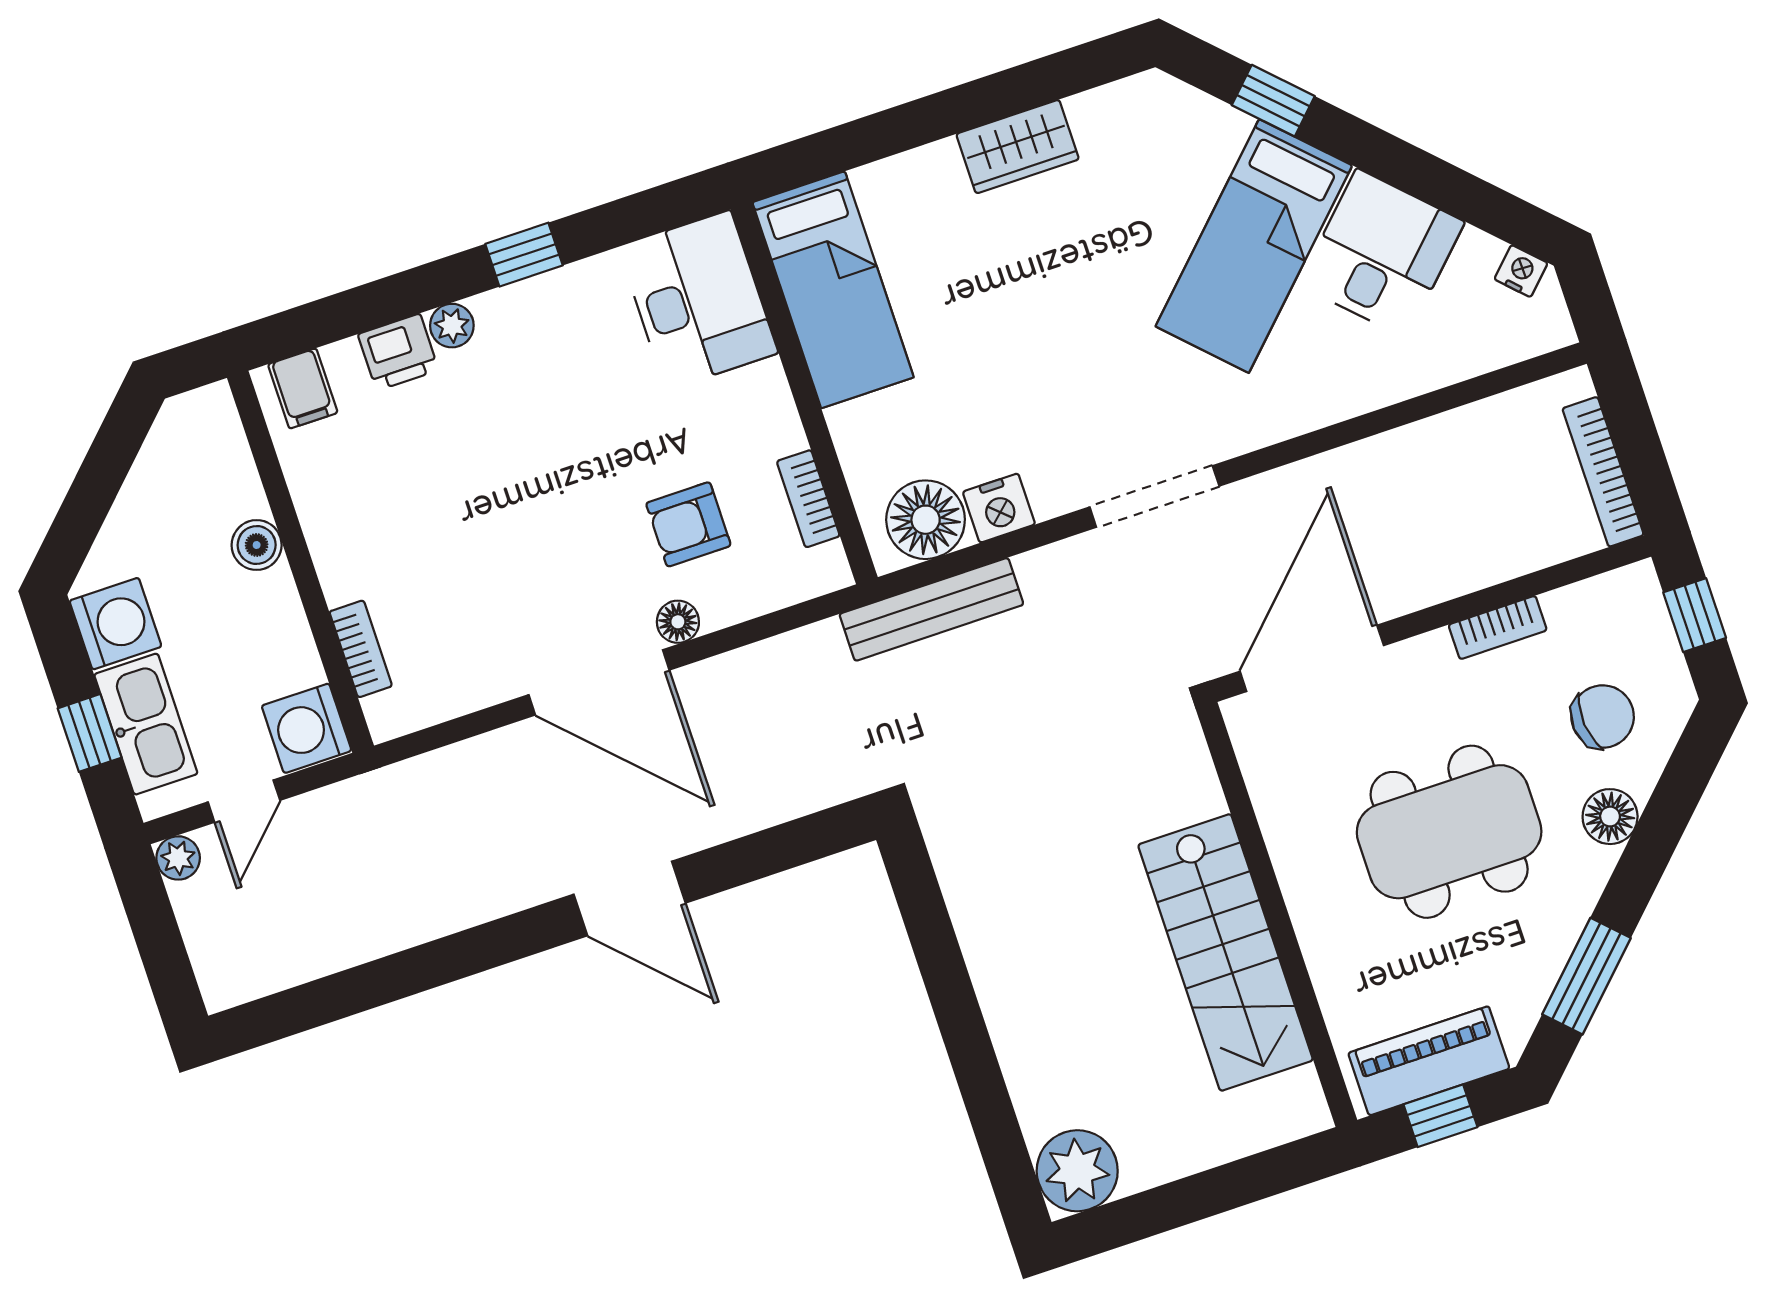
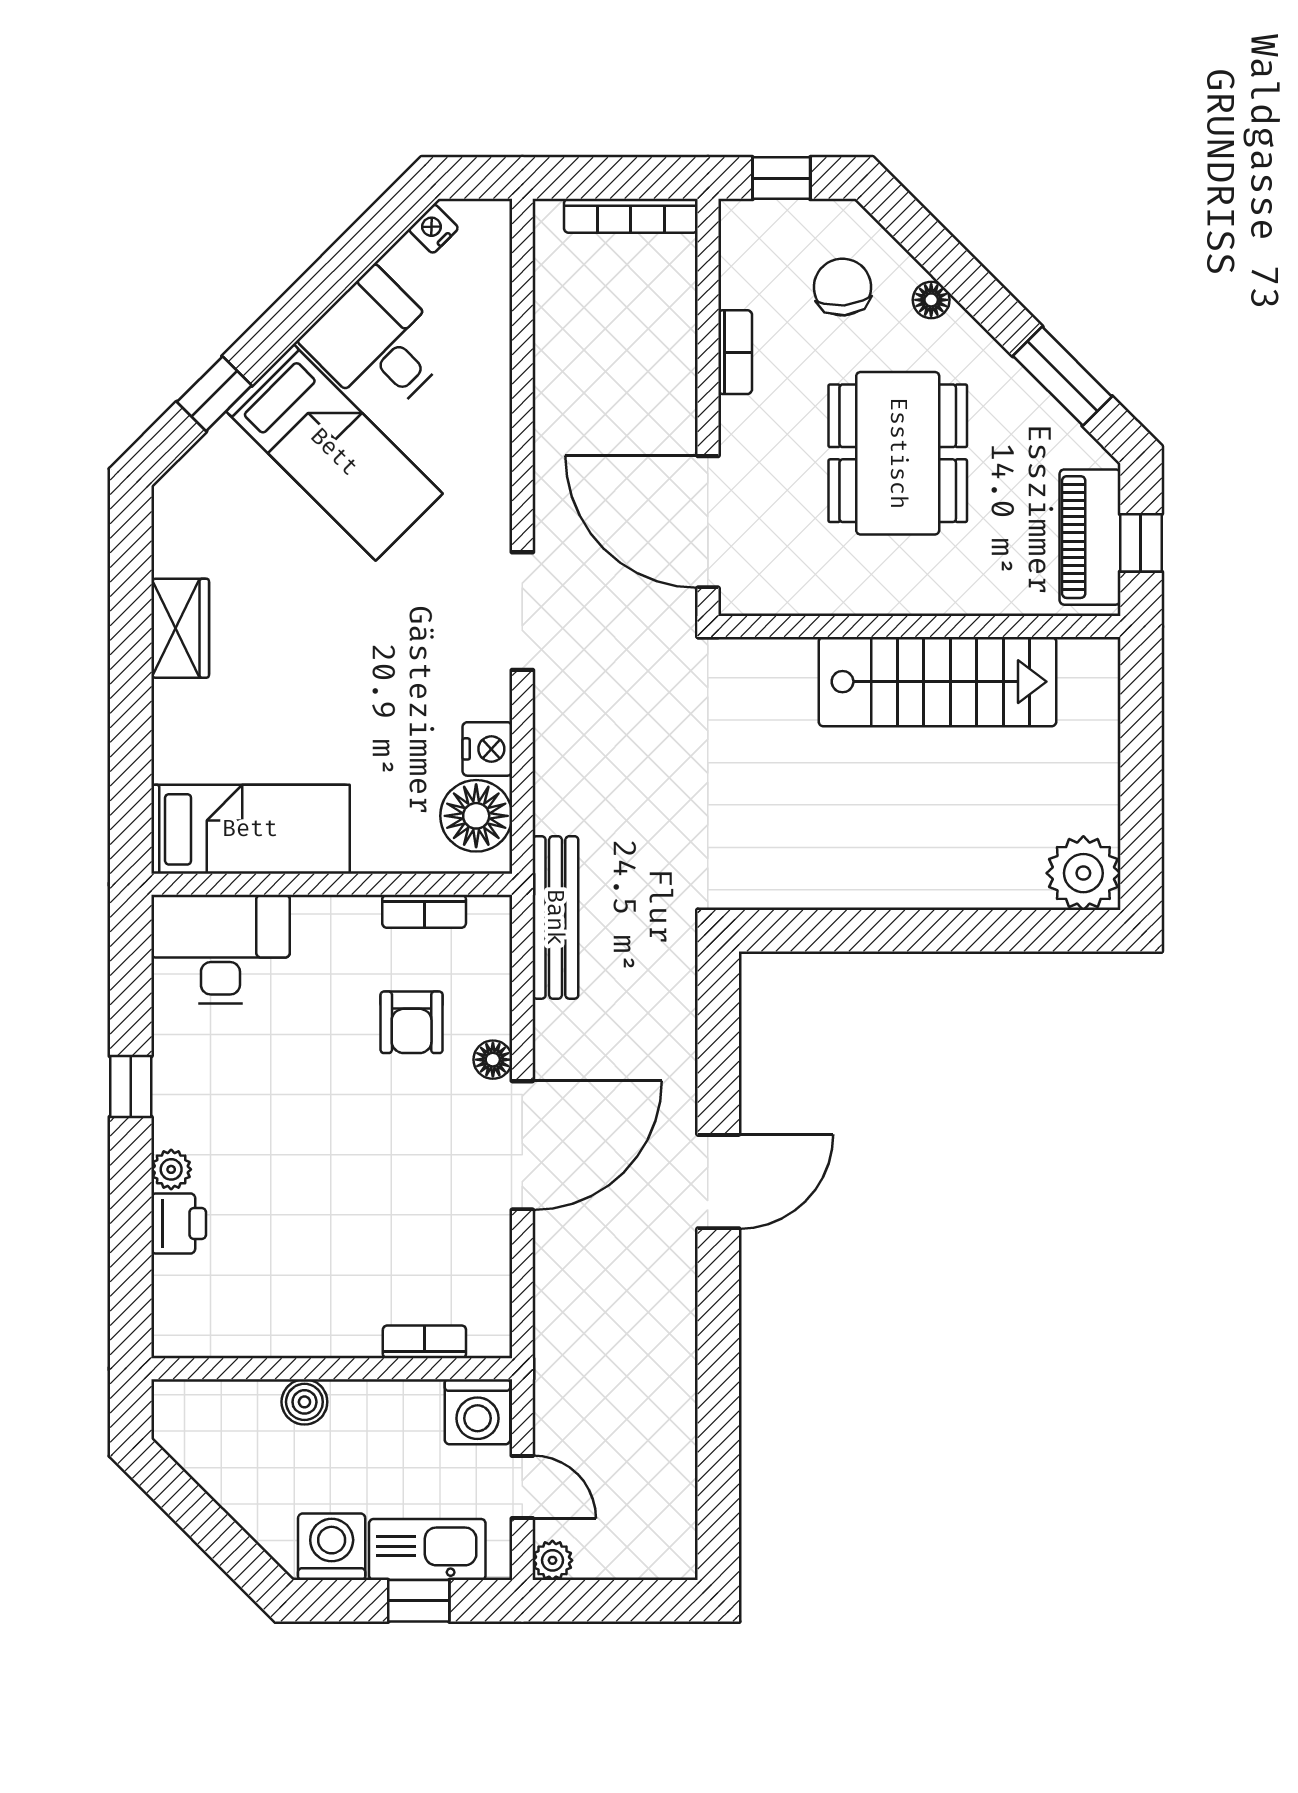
filing cabinet: (303, 388) -> (182, 1317), removed
bench: (931, 609) -> (555, 917), moved
floor lamp: (1610, 817) -> (931, 300), width x0.73, depth x0.73

